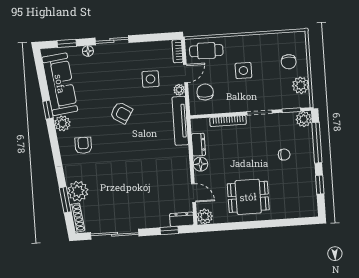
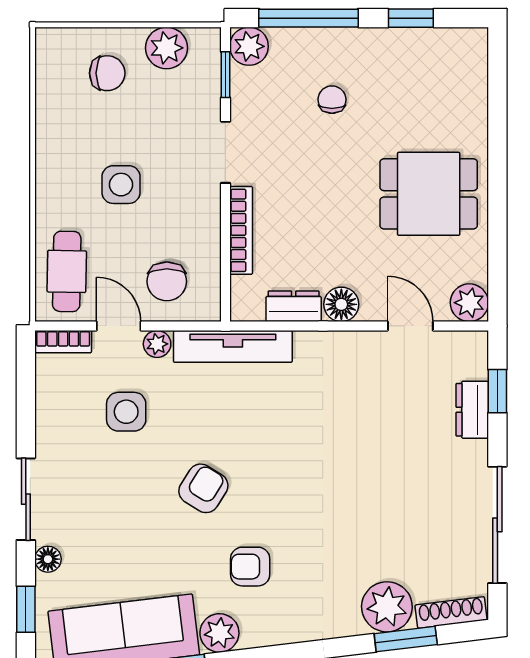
chair: (205, 92) -> (167, 281), turned -90
armchair: (83, 145) -> (250, 567), moved
door: (194, 193) -> (410, 326), hinge flipped
dining table: (248, 197) -> (429, 194), turned 90
dresser: (182, 219) -> (472, 410), moved

